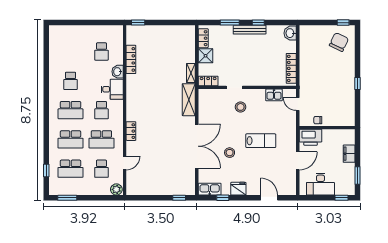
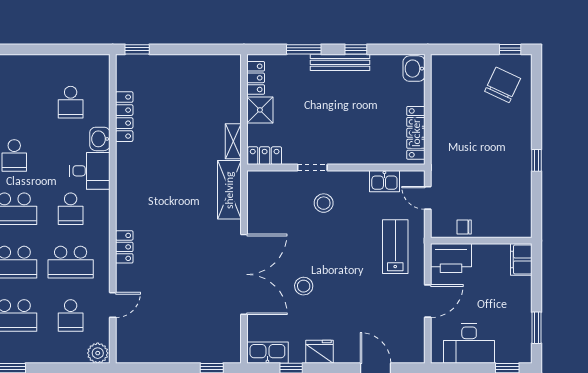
lab bench: (261, 141) -> (395, 247), moved, turned -90
filing cabinet: (349, 154) -> (521, 259), moved

